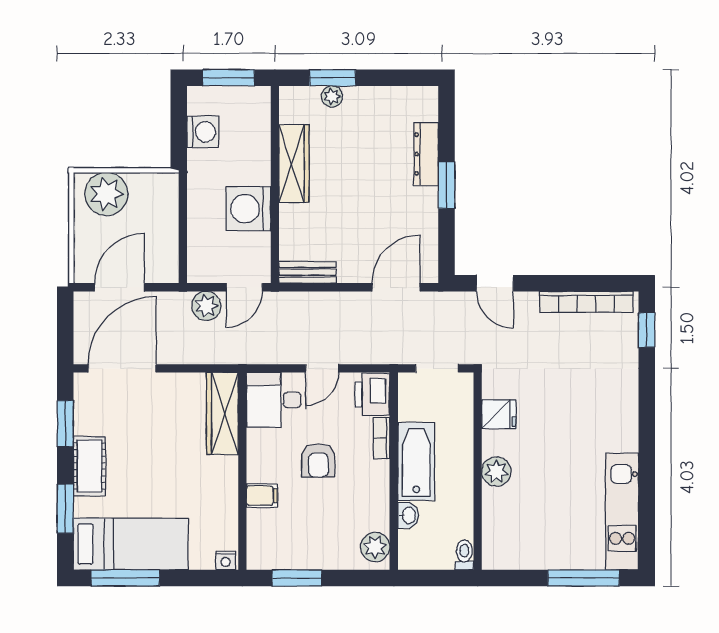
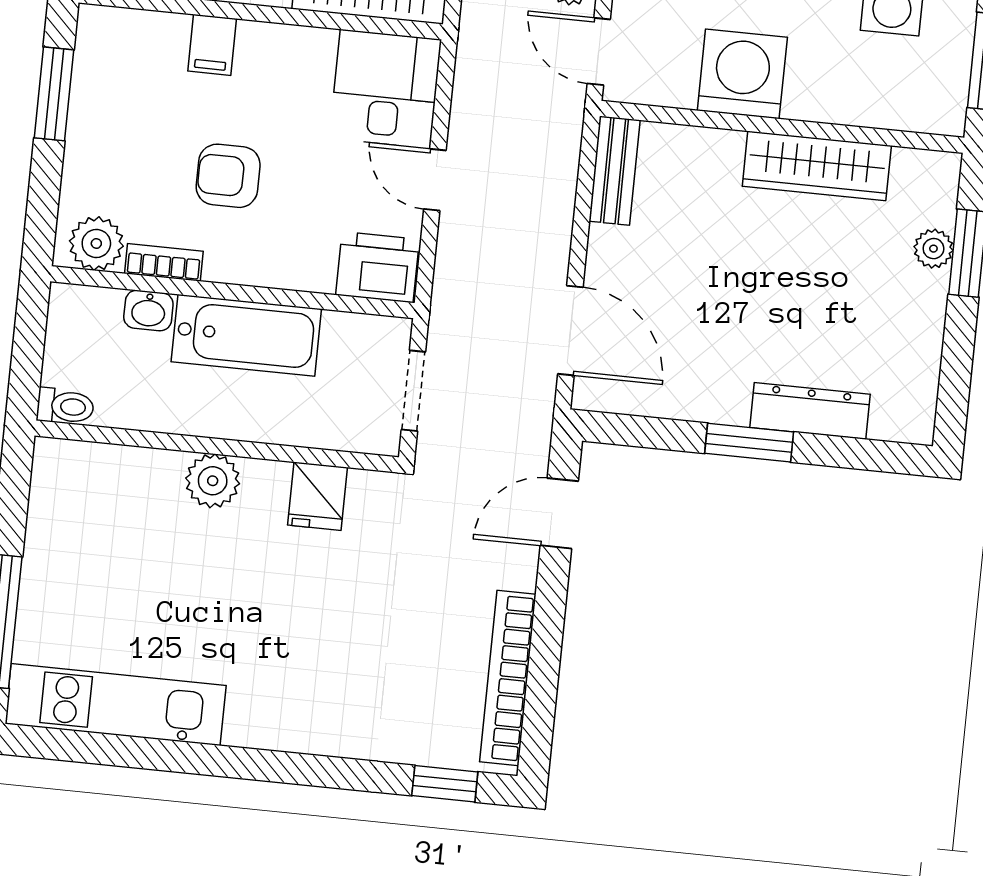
bookcase: (382, 438) -> (164, 262), moved
armchair: (318, 460) -> (228, 176), moved

